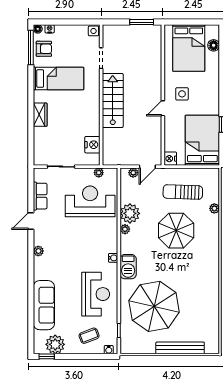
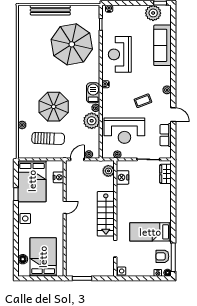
side table: (182, 94) -> (25, 219), moved
wardrobe: (40, 115) -> (166, 174), moved
plant: (109, 152) -> (108, 171), added
nightstand: (170, 159) -> (58, 177), moved
door: (31, 221) -> (173, 115), hinge flipped
barbecue: (128, 267) -> (93, 93), moved
coffee table: (89, 336) -> (143, 101), moved

